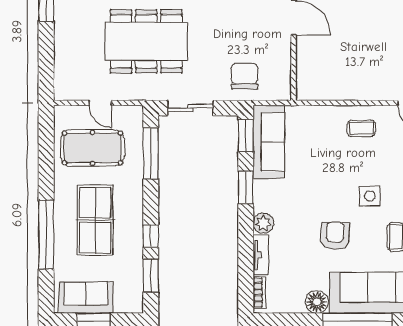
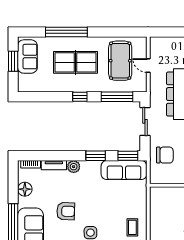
door: (100, 103) -> (148, 66), hinge flipped
window: (151, 236) -> (80, 97), moved
window: (151, 276) -> (41, 97), removed
floor lamp: (317, 302) -> (25, 189), moved

